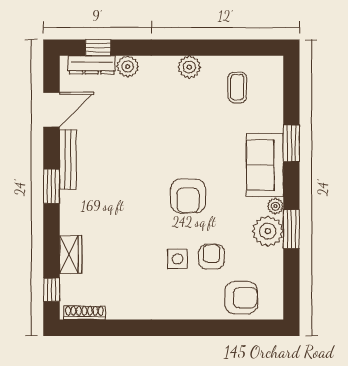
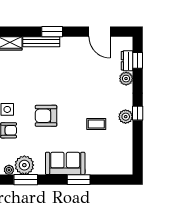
window: (184, 48) -> (138, 113), added
dresser: (92, 65) -> (127, 61), width x0.70
coffee table: (237, 87) -> (96, 124), moved
bench: (68, 160) -> (41, 42), moved
plant: (275, 206) -> (9, 170), moved

